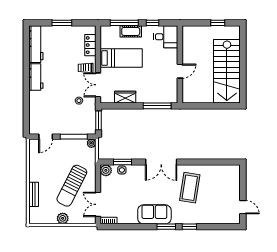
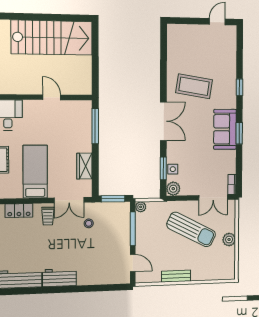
bench: (34, 194) -> (176, 276), moved
window: (166, 227) -> (239, 133), moved

